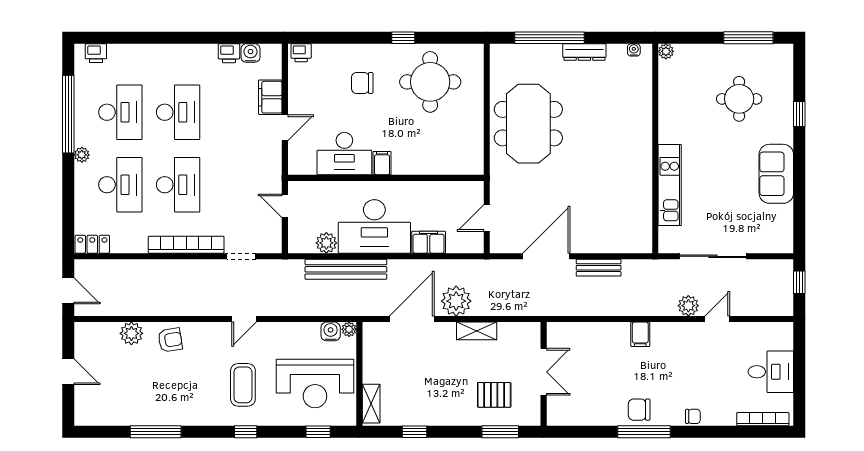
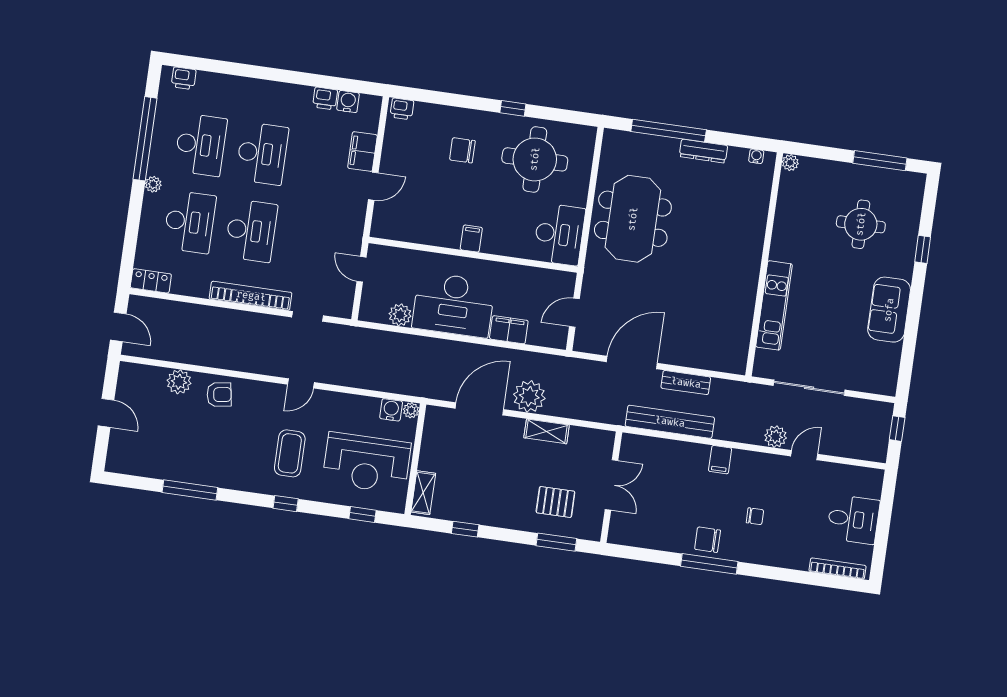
desk: (344, 154) -> (559, 234), moved, turned -90
bench: (346, 269) -> (670, 422), moved
chair: (693, 416) -> (755, 516), moved

